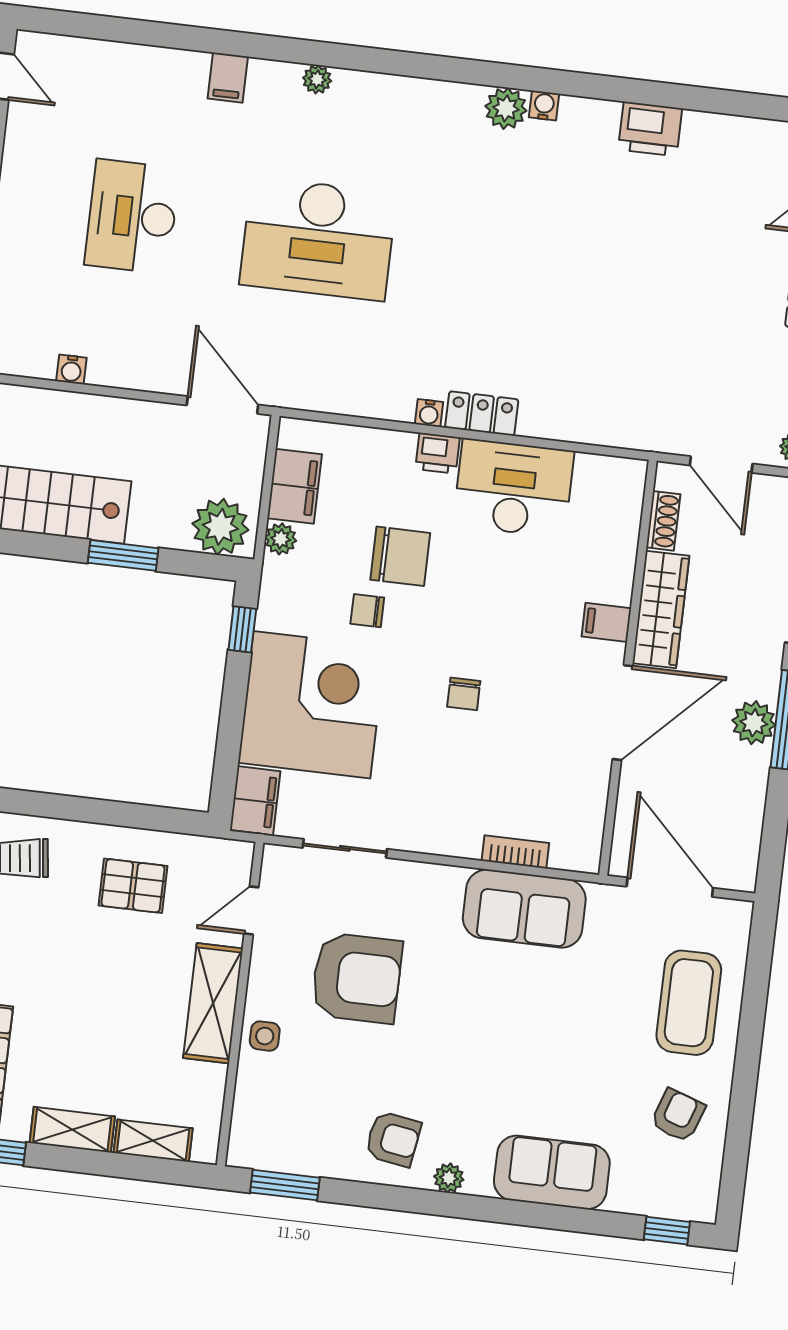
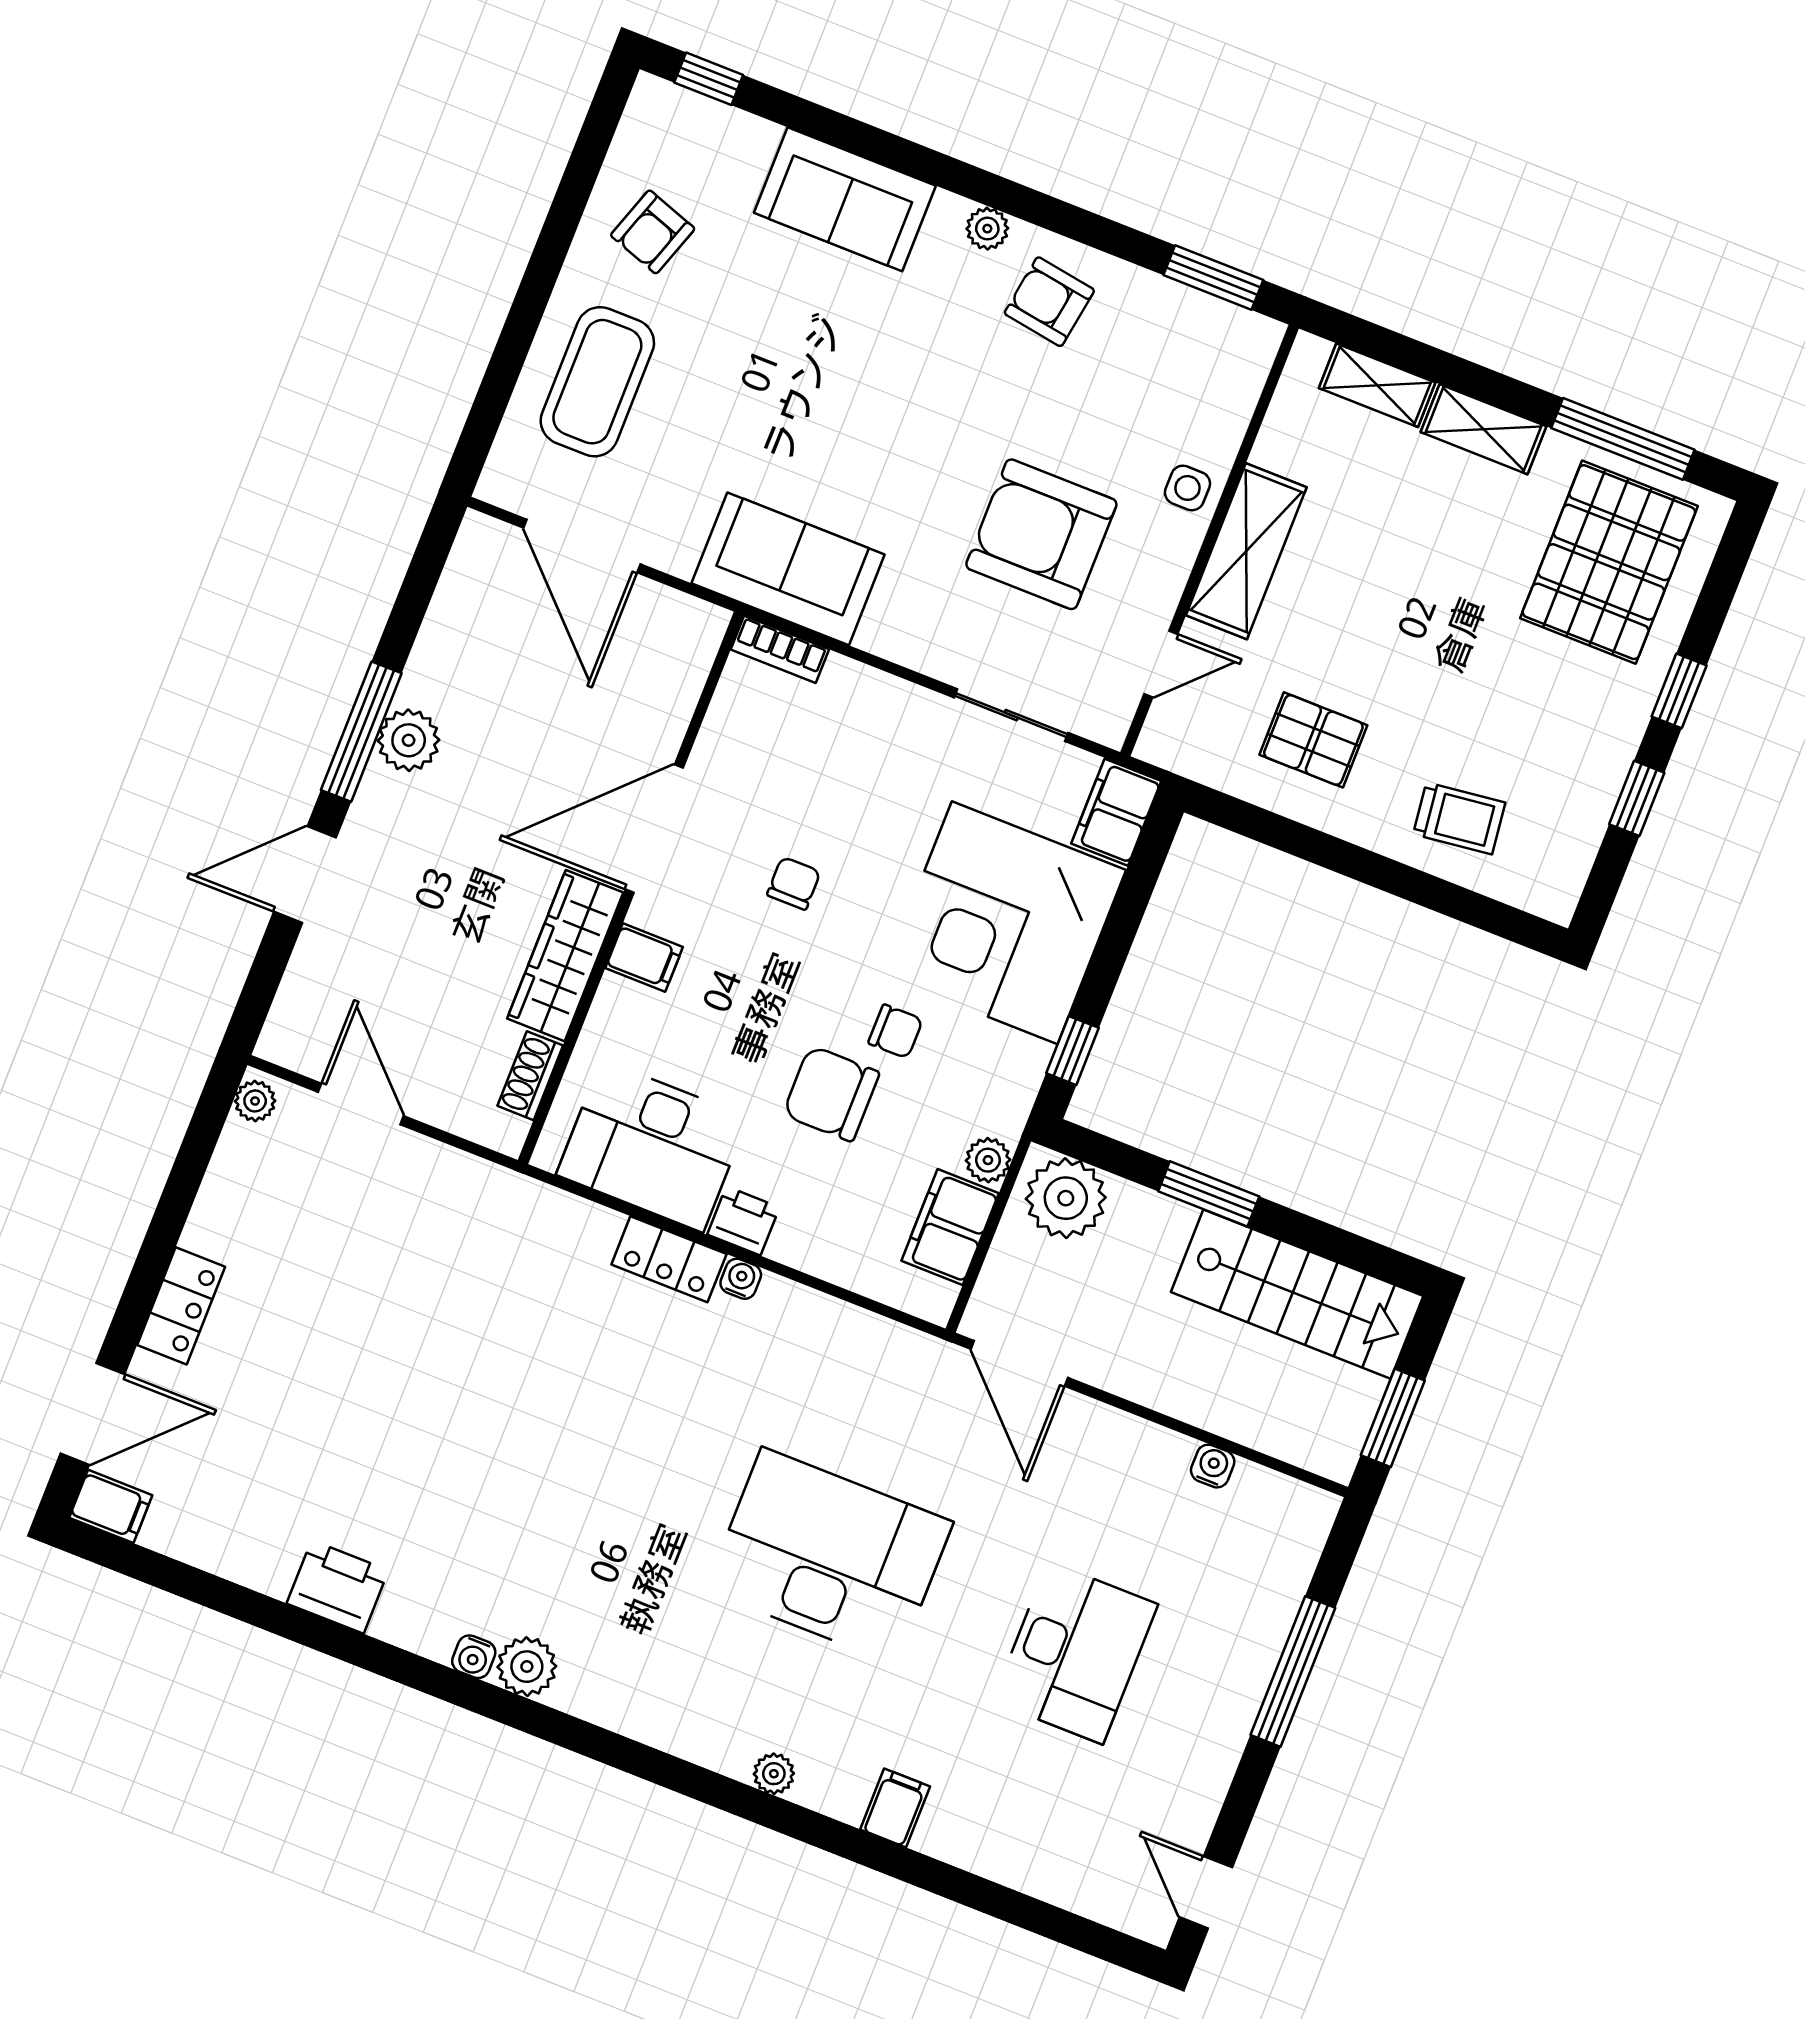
shoe rack: (663, 521) -> (530, 1076), moved
wardrobe: (661, 609) -> (565, 956), moved
filing cabinet: (606, 622) -> (644, 957), moved
wall: (628, 668) -> (631, 888), moved
door: (623, 713) -> (654, 829), moved

